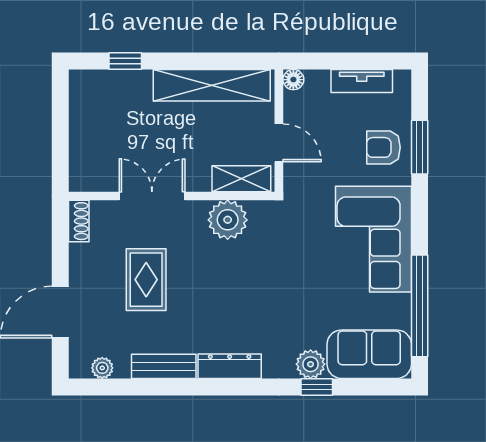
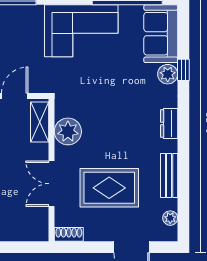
armchair: (384, 147) -> (18, 24), removed
rug: (146, 280) -> (109, 188), width x1.36, depth x1.43
dresser: (230, 366) -> (169, 123), width x0.70

